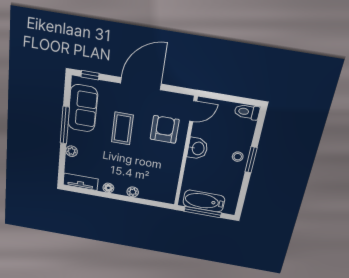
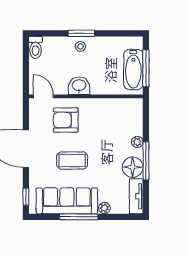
sofa: (83, 108) -> (67, 201), width x1.36
floor lamp: (108, 188) -> (133, 167), width x1.89, depth x1.89
window: (113, 196) -> (146, 161), added

